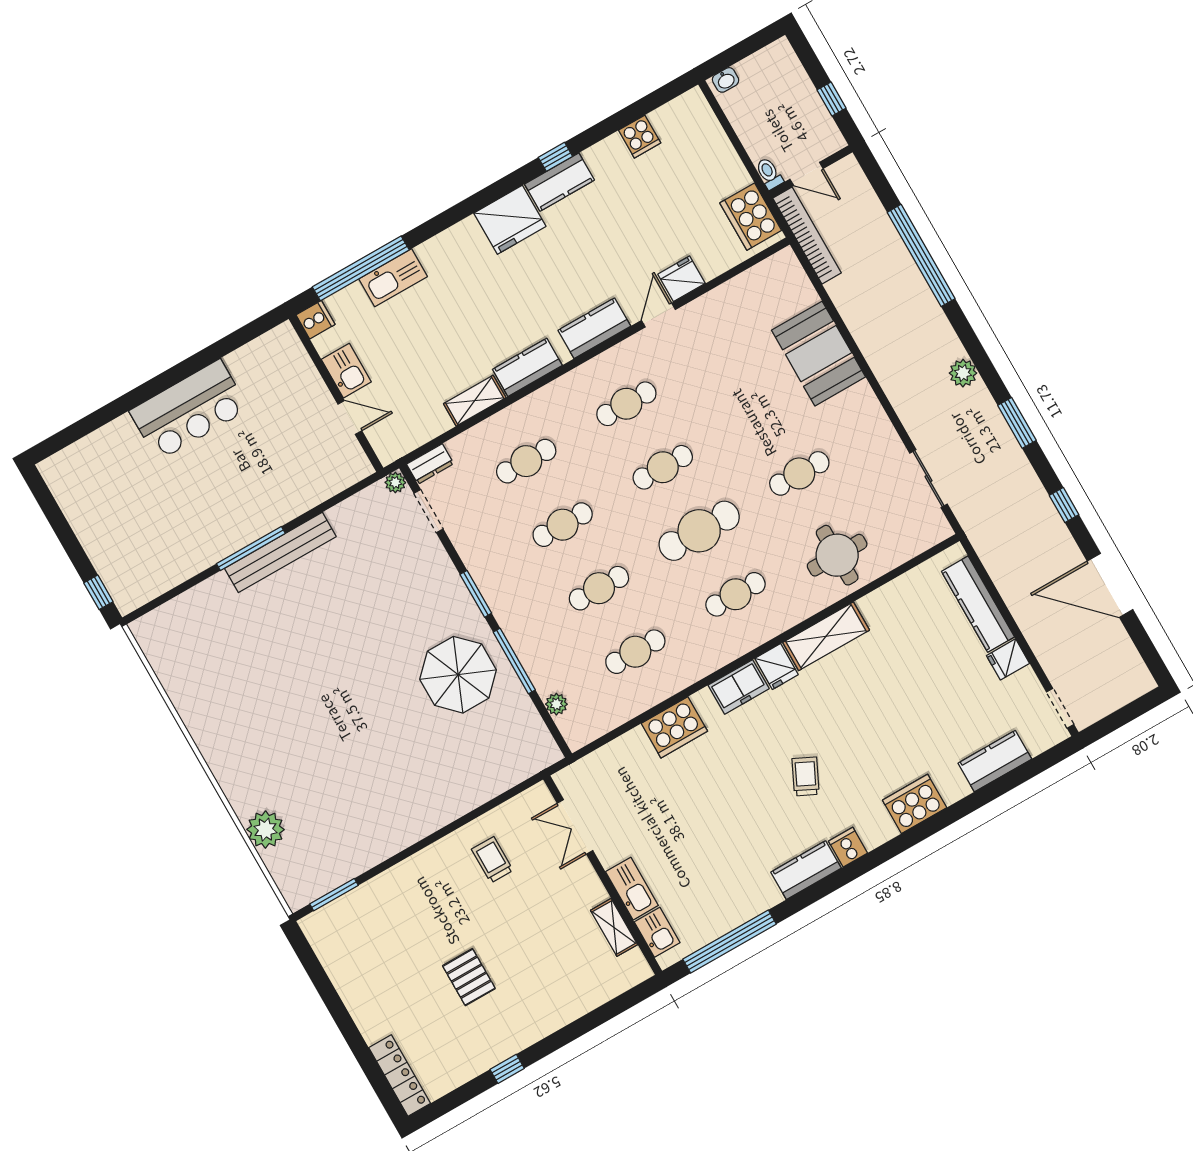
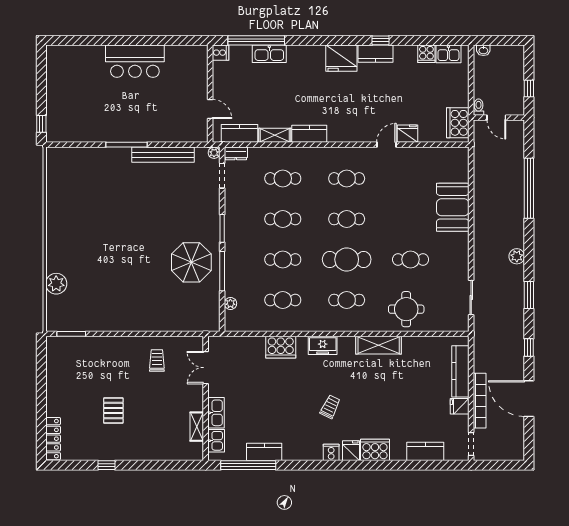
bookcase: (807, 235) -> (480, 401), moved
kitchen counter: (594, 328) -> (239, 133), moved
kitchen sink: (346, 371) -> (448, 54), moved, turned 90
bench: (280, 552) -> (163, 155), moved
fridge: (776, 667) -> (351, 451), moved, turned 180
kitchen counter: (806, 870) -> (264, 452), moved

